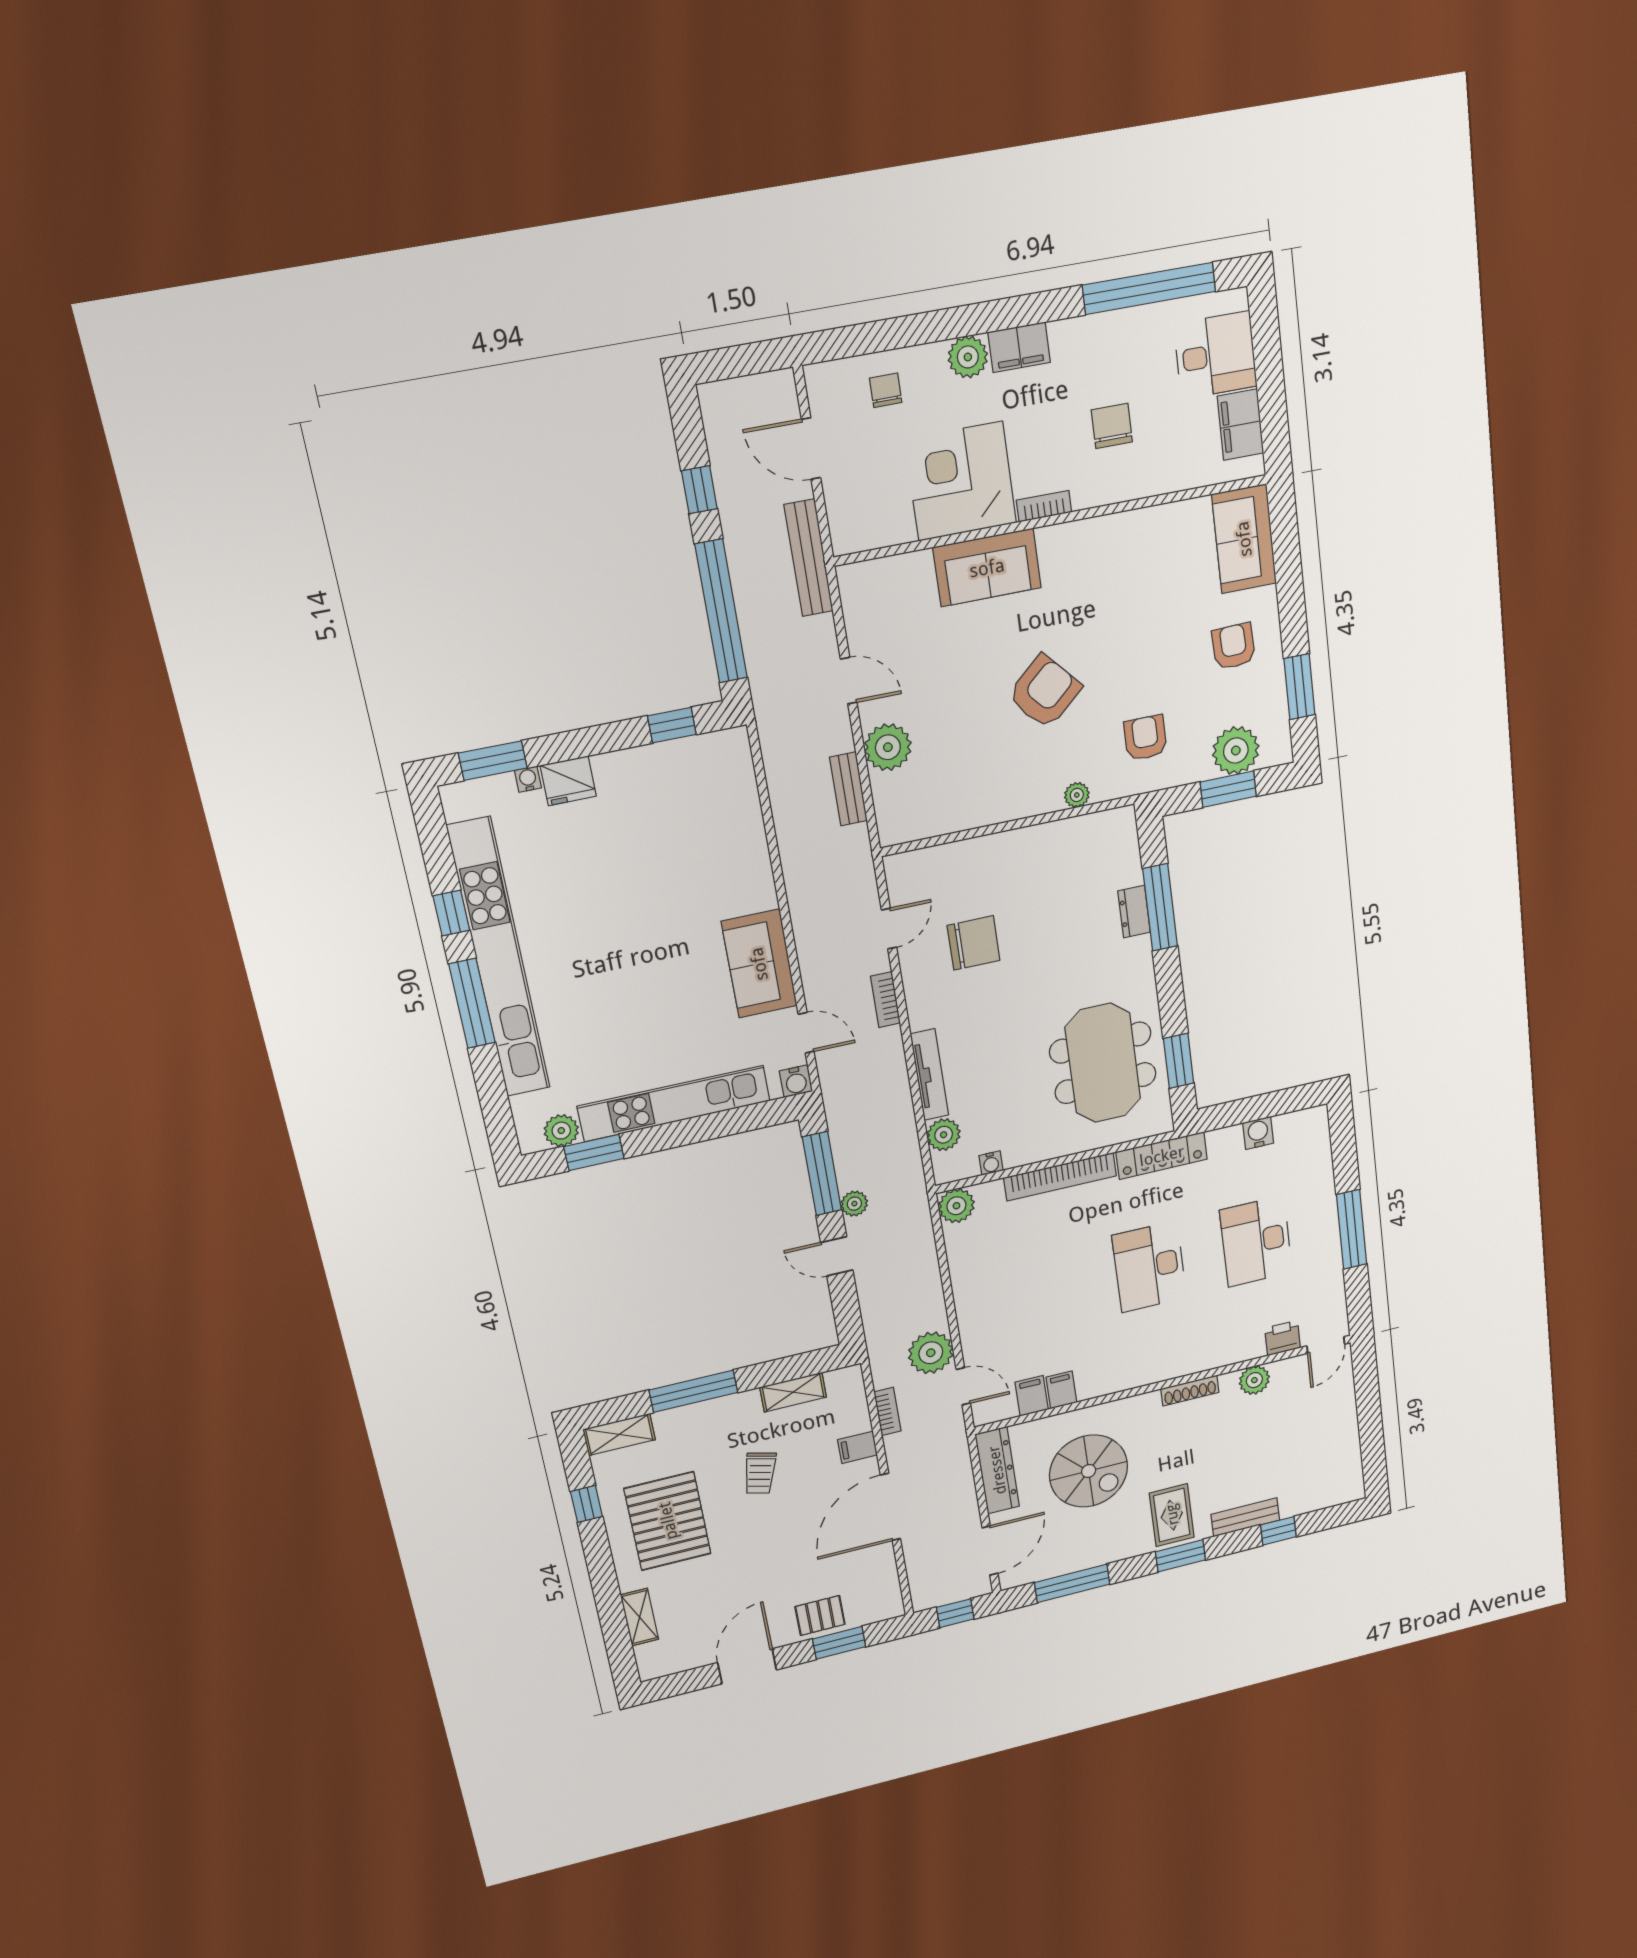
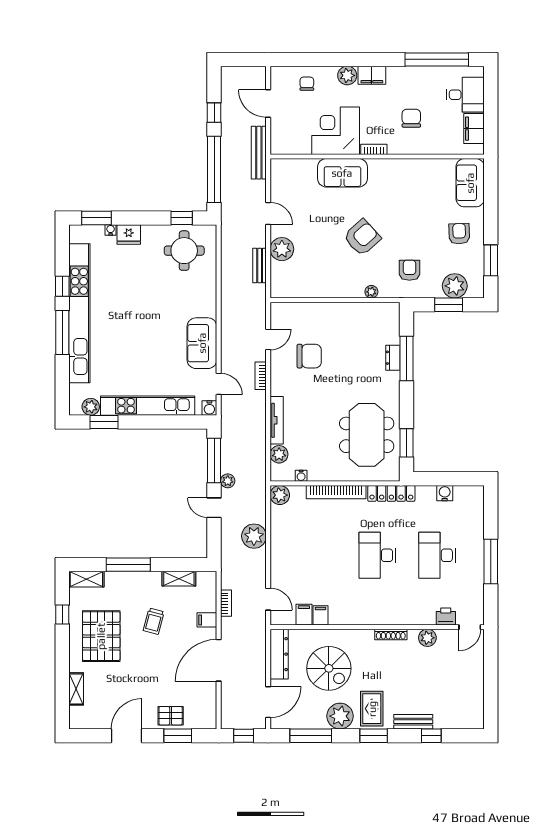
round table: (690, 790) -> (184, 251), added
plant: (931, 1353) -> (254, 536), moved
plant: (1119, 1540) -> (340, 716), added

